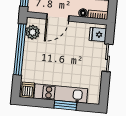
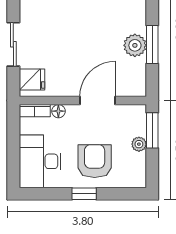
plant: (33, 32) -> (135, 45), moved
window: (20, 49) -> (152, 45), width x0.47

